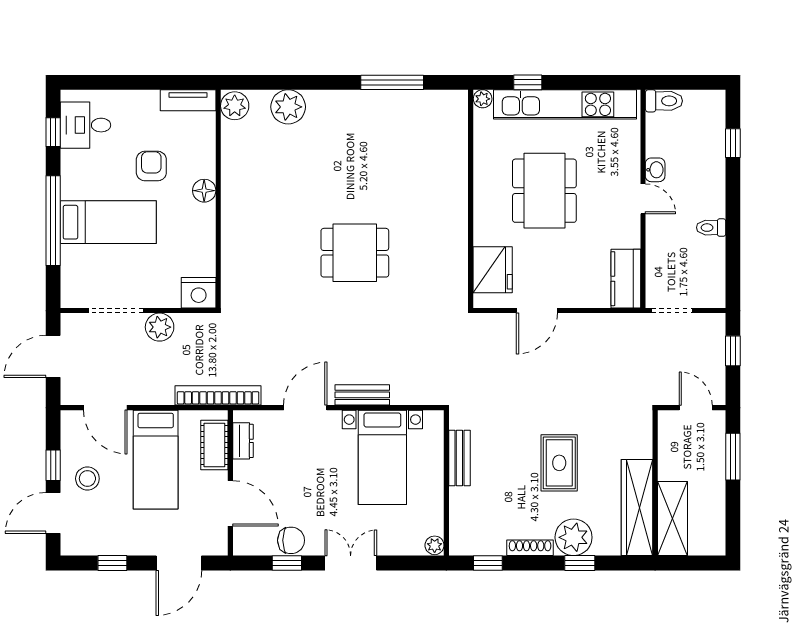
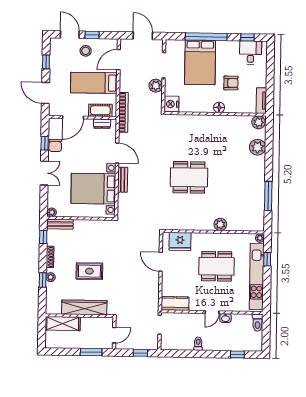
plant: (455, 184) -> (220, 224), added
bed: (108, 222) -> (200, 62), width x1.50
dining table: (355, 253) -> (189, 177), width x1.38
bed with nightstands: (382, 457) -> (93, 189), width x1.36
bench: (459, 458) -> (60, 224), moved
wardrobe: (637, 508) -> (84, 307), moved
plant: (574, 537) -> (51, 277), width x0.53, depth x0.53

